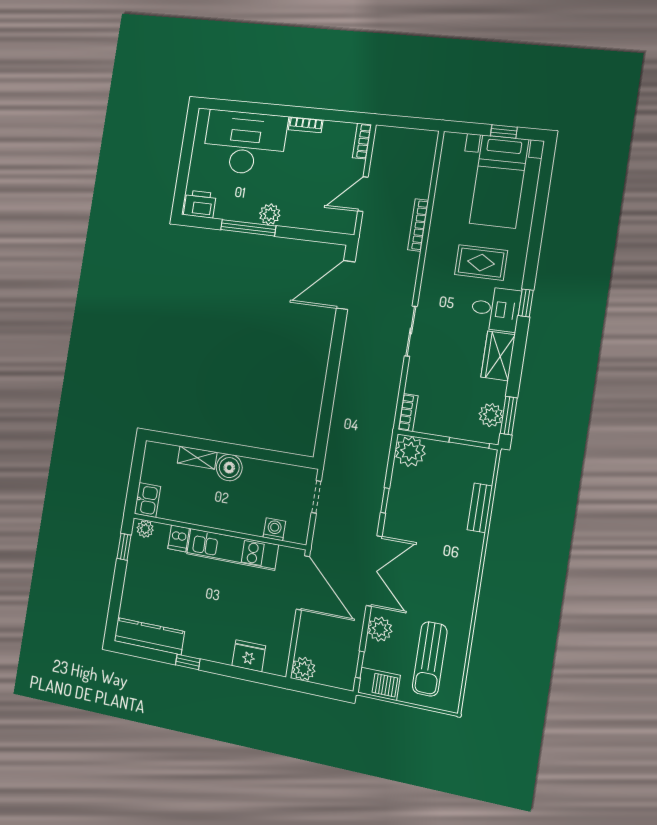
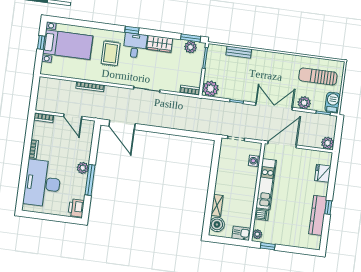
boiler: (229, 468) -> (217, 224), moved
kitchen counter: (149, 636) -> (318, 215), moved
sun lounger: (430, 659) -> (318, 76), turned 180

